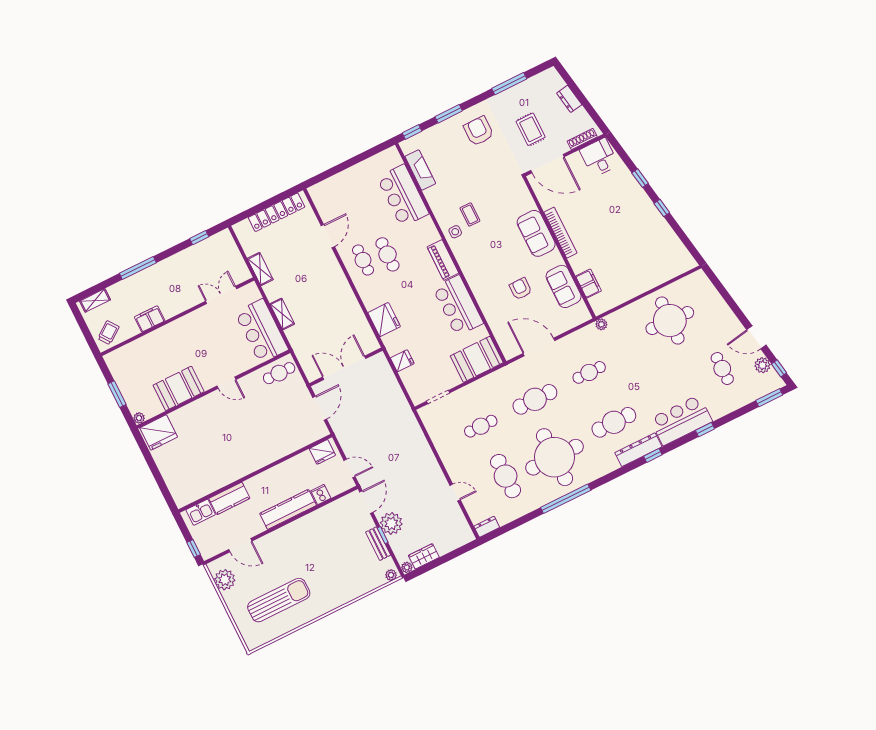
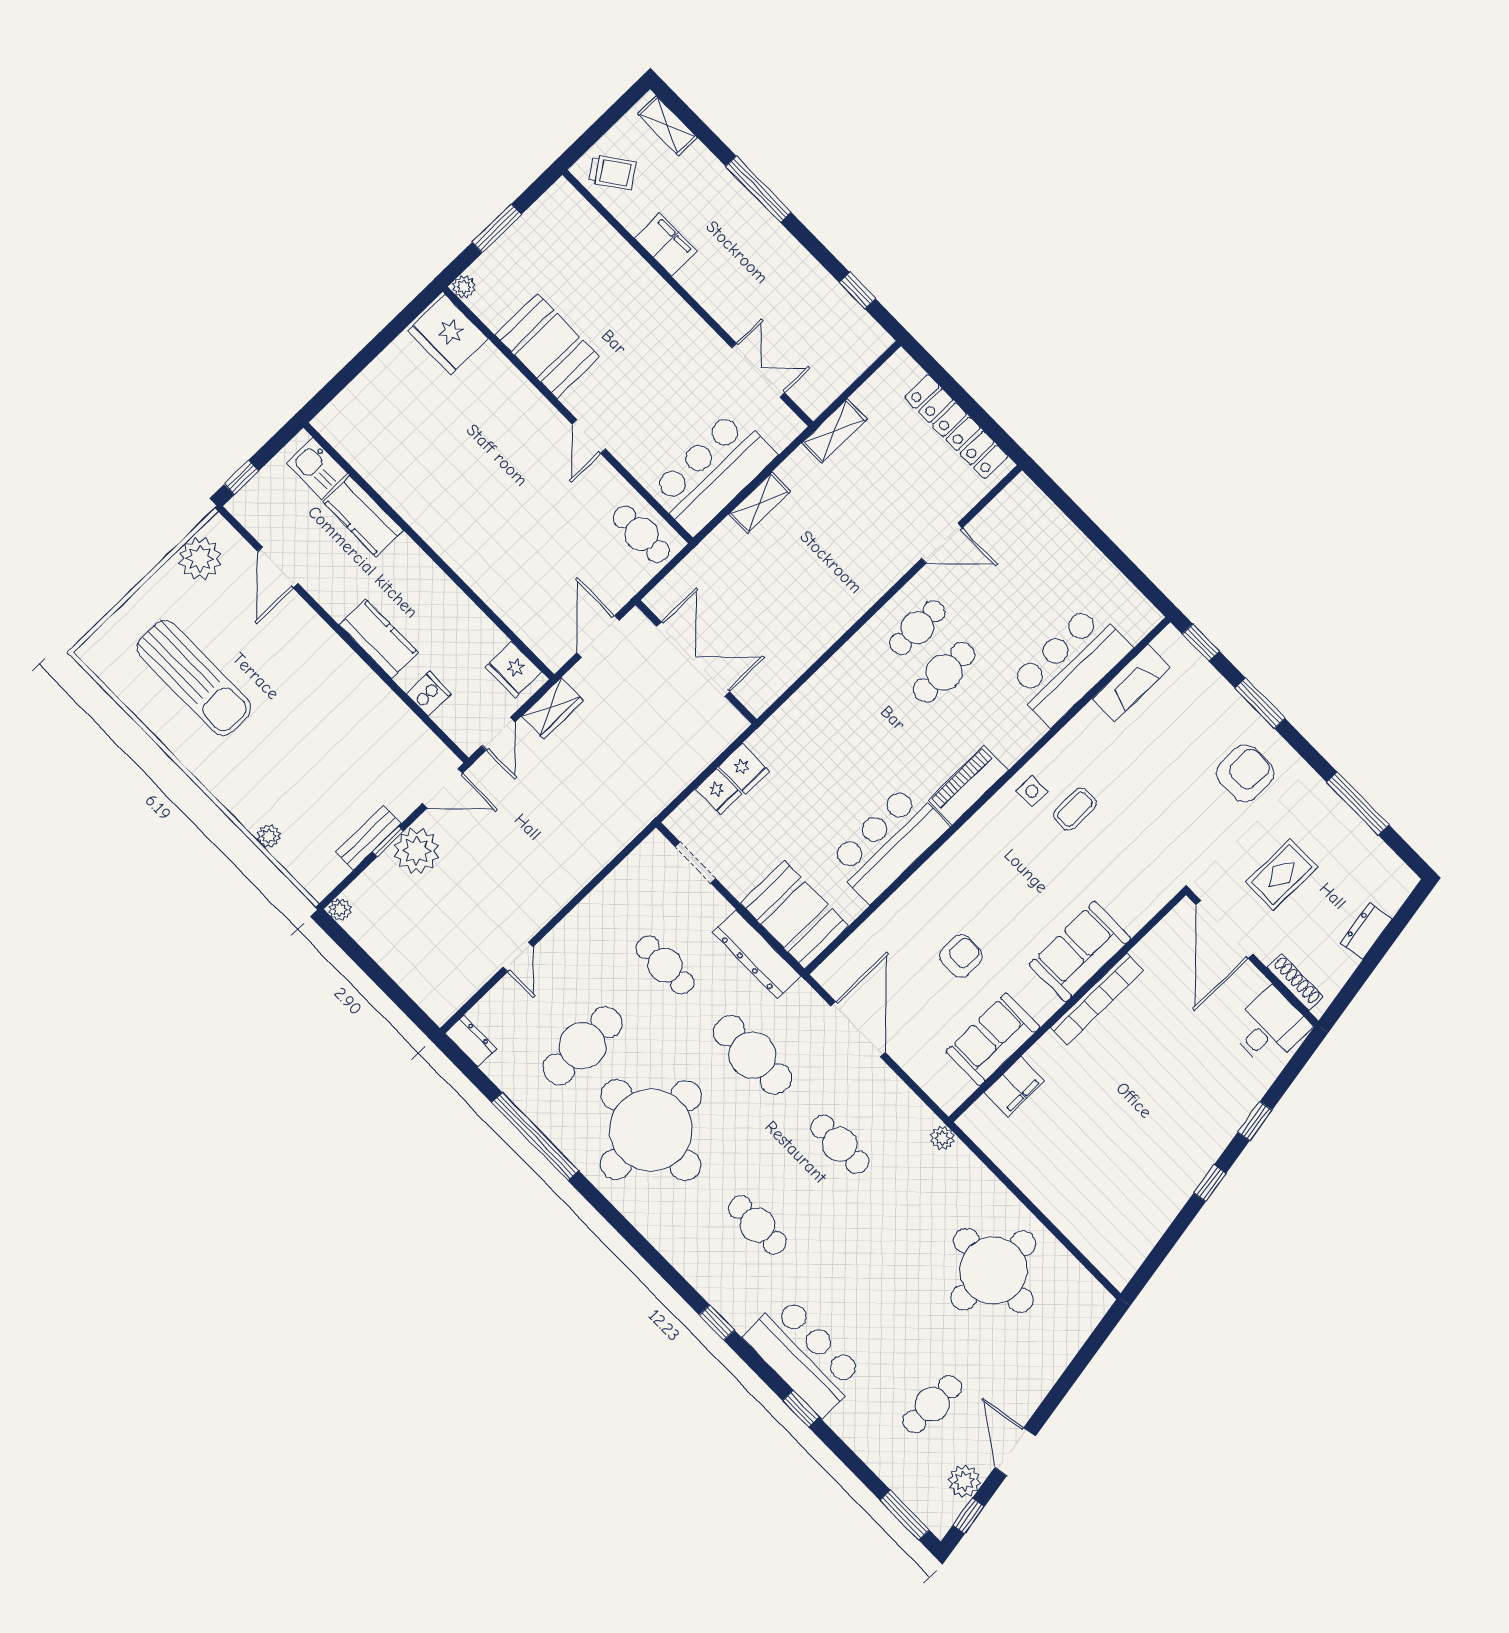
fridge: (384, 320) -> (718, 791), moved, width x0.53, depth x0.75
door: (320, 408) -> (598, 636), swing flipped
cafe table: (614, 422) -> (757, 1225), width x0.73, depth x0.74
dresser: (638, 450) -> (757, 954), moved, turned 180
window: (566, 499) -> (535, 1137), moved
kitchen counter: (288, 509) -> (379, 639), width x0.67
wardrobe: (424, 556) -> (553, 708), moved, turned 90
plant: (391, 575) -> (269, 836), moved

